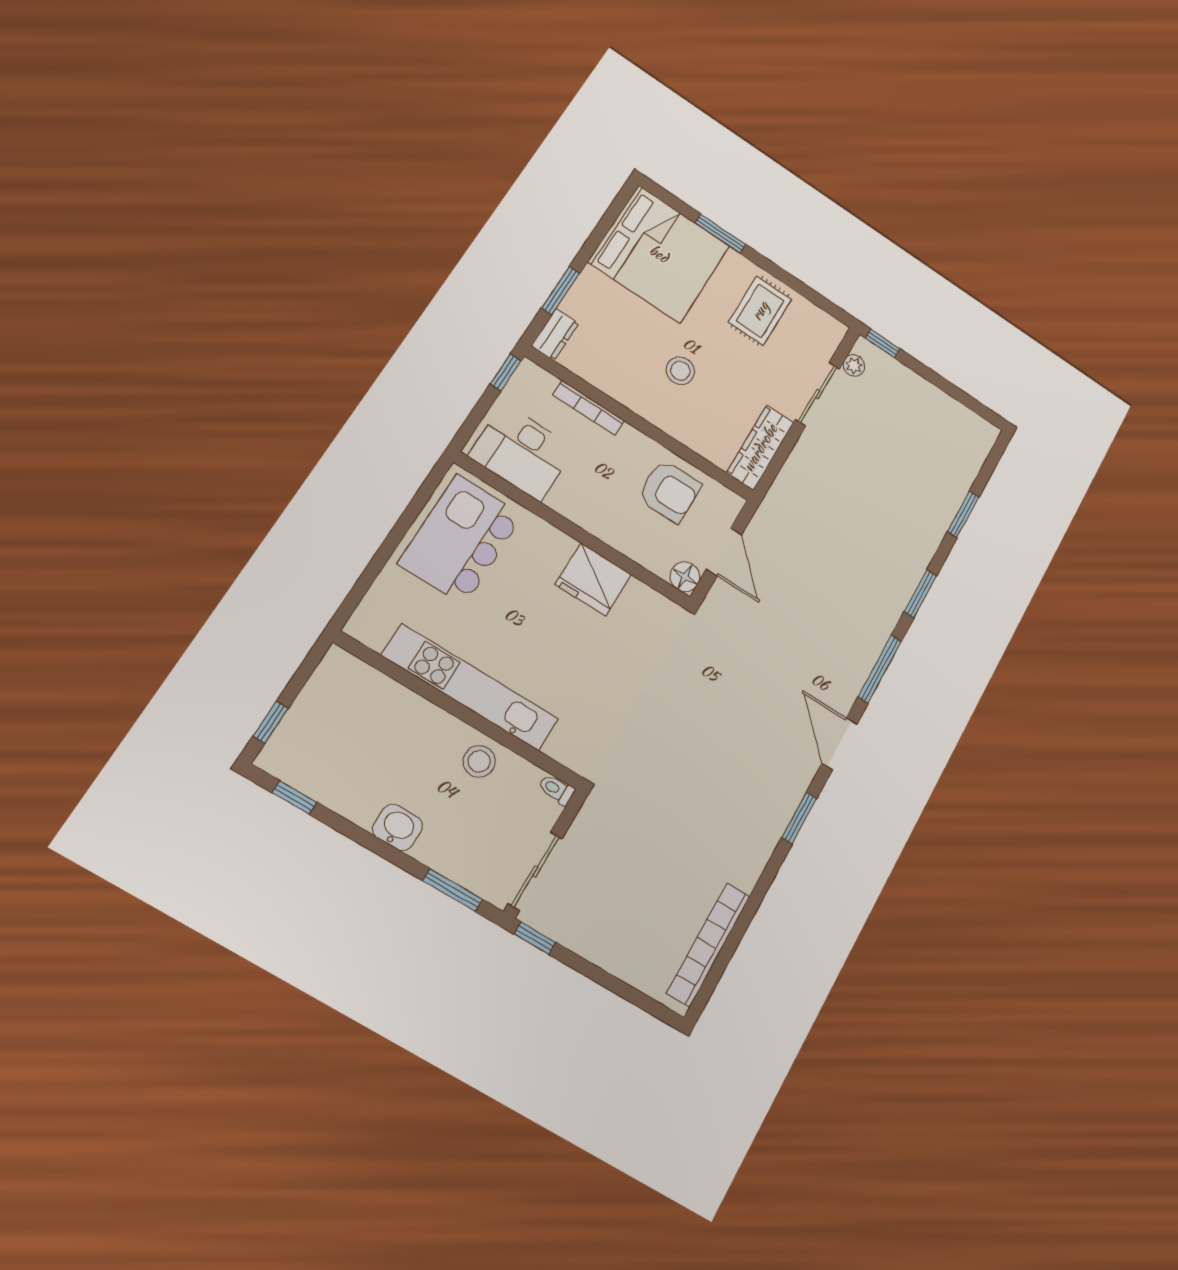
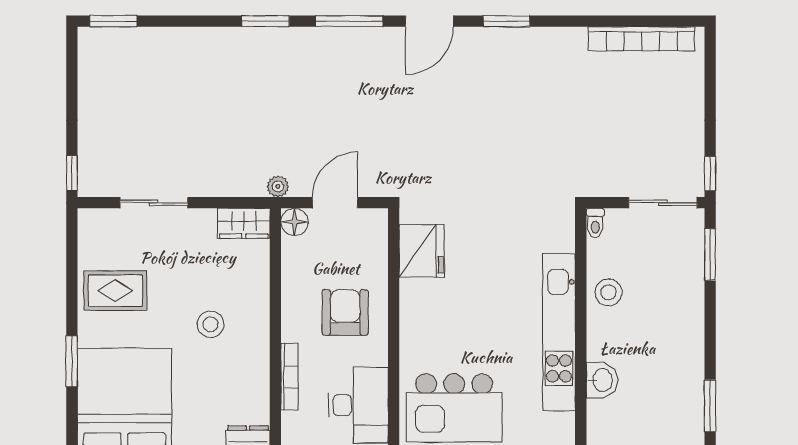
plant: (854, 365) -> (278, 186), moved
wardrobe: (760, 448) -> (244, 223), width x0.67
armchair: (669, 491) -> (345, 312), moved
window: (963, 514) -> (113, 21), moved
floor lamp: (685, 577) -> (295, 222), moved
fridge: (593, 579) -> (422, 251), moved
window: (294, 798) -> (710, 406), width x1.50
washbasin: (398, 827) -> (602, 380), moved, turned 180

